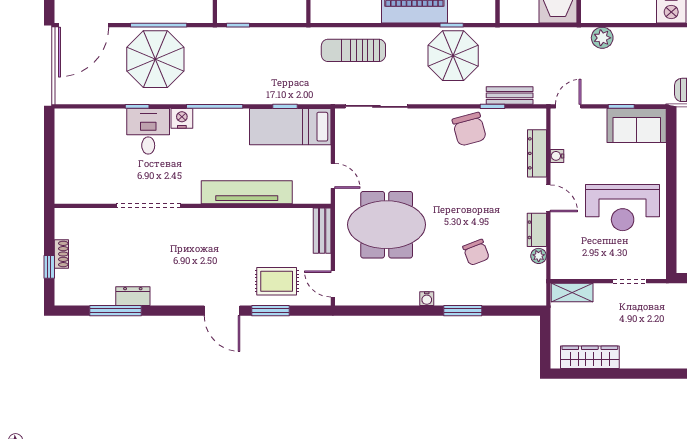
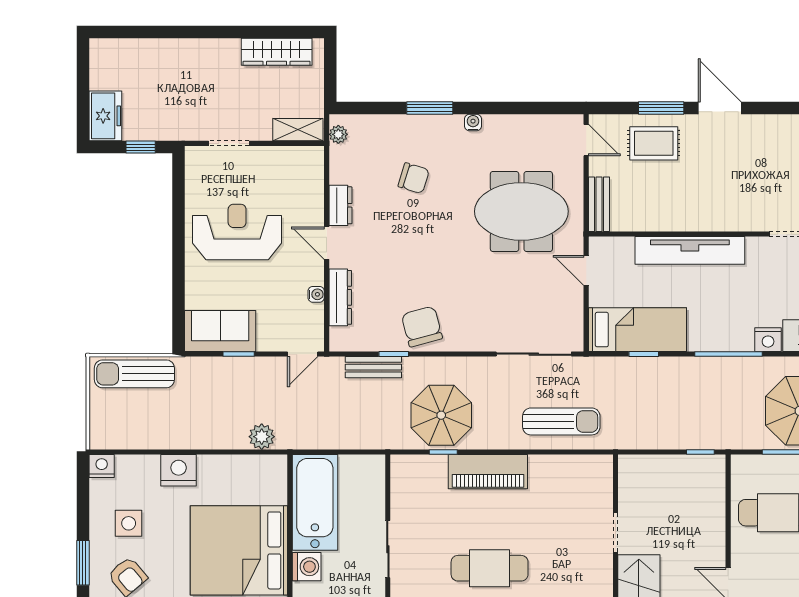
chair: (476, 252) -> (414, 178), turned 128
plant: (539, 256) -> (338, 134), moved

